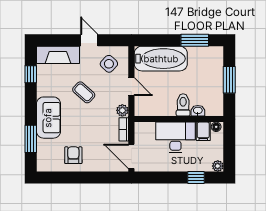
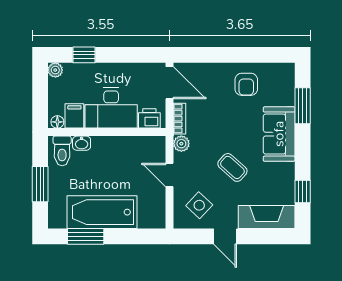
bathtub: (161, 59) -> (102, 212), moved
toilet: (183, 105) -> (62, 151), moved
printer: (147, 129) -> (149, 118), added

